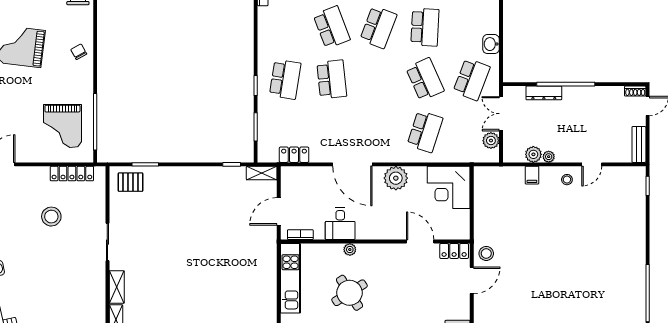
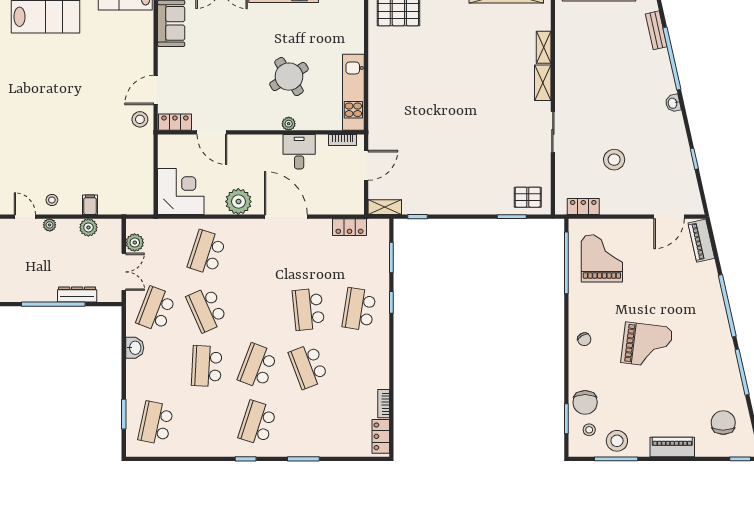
plant: (549, 157) -> (50, 225), moved
door: (592, 164) -> (25, 217), hinge flipped
locker: (72, 174) -> (583, 206), width x0.66

